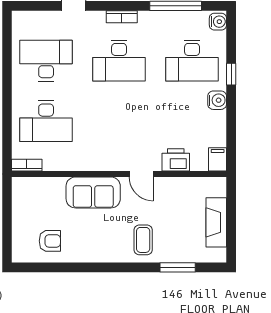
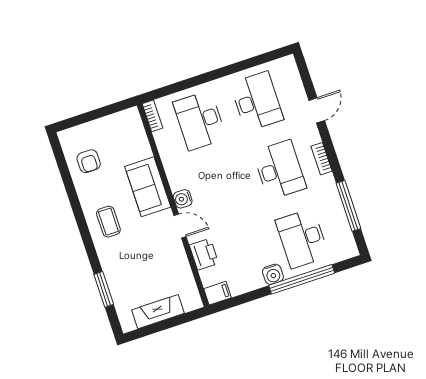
water cooler: (218, 22) -> (183, 199), moved, turned 90
desk: (119, 61) -> (279, 170), turned 180
window: (231, 74) -> (302, 279), width x3.17
door: (141, 174) -> (180, 226), swing flipped
coffee table: (143, 240) -> (108, 222), moved, turned 90

